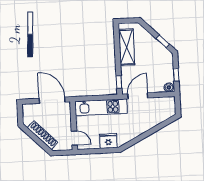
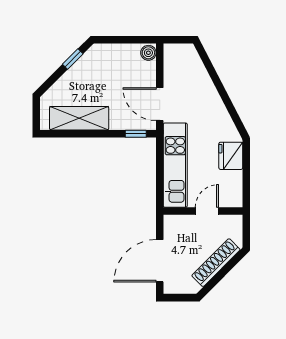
window: (176, 75) -> (128, 40), removed
door: (52, 100) -> (160, 261), moved
door: (74, 138) -> (207, 211), moved

